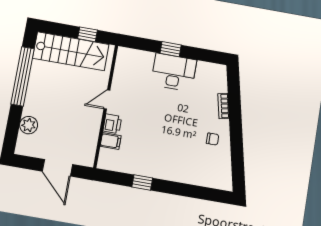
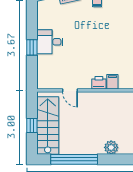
window: (87, 34) -> (32, 126), moved
desk: (174, 72) -> (50, 42), width x0.73
door: (107, 100) -> (70, 90), moved

